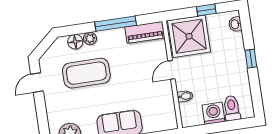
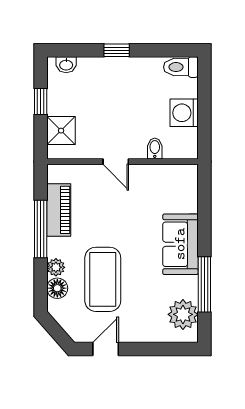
piano: (145, 32) -> (59, 210), moved
shower: (189, 36) -> (61, 131), width x0.54, depth x0.54
door: (37, 83) -> (106, 349), swing flipped
toilet: (232, 108) -> (181, 67), moved

